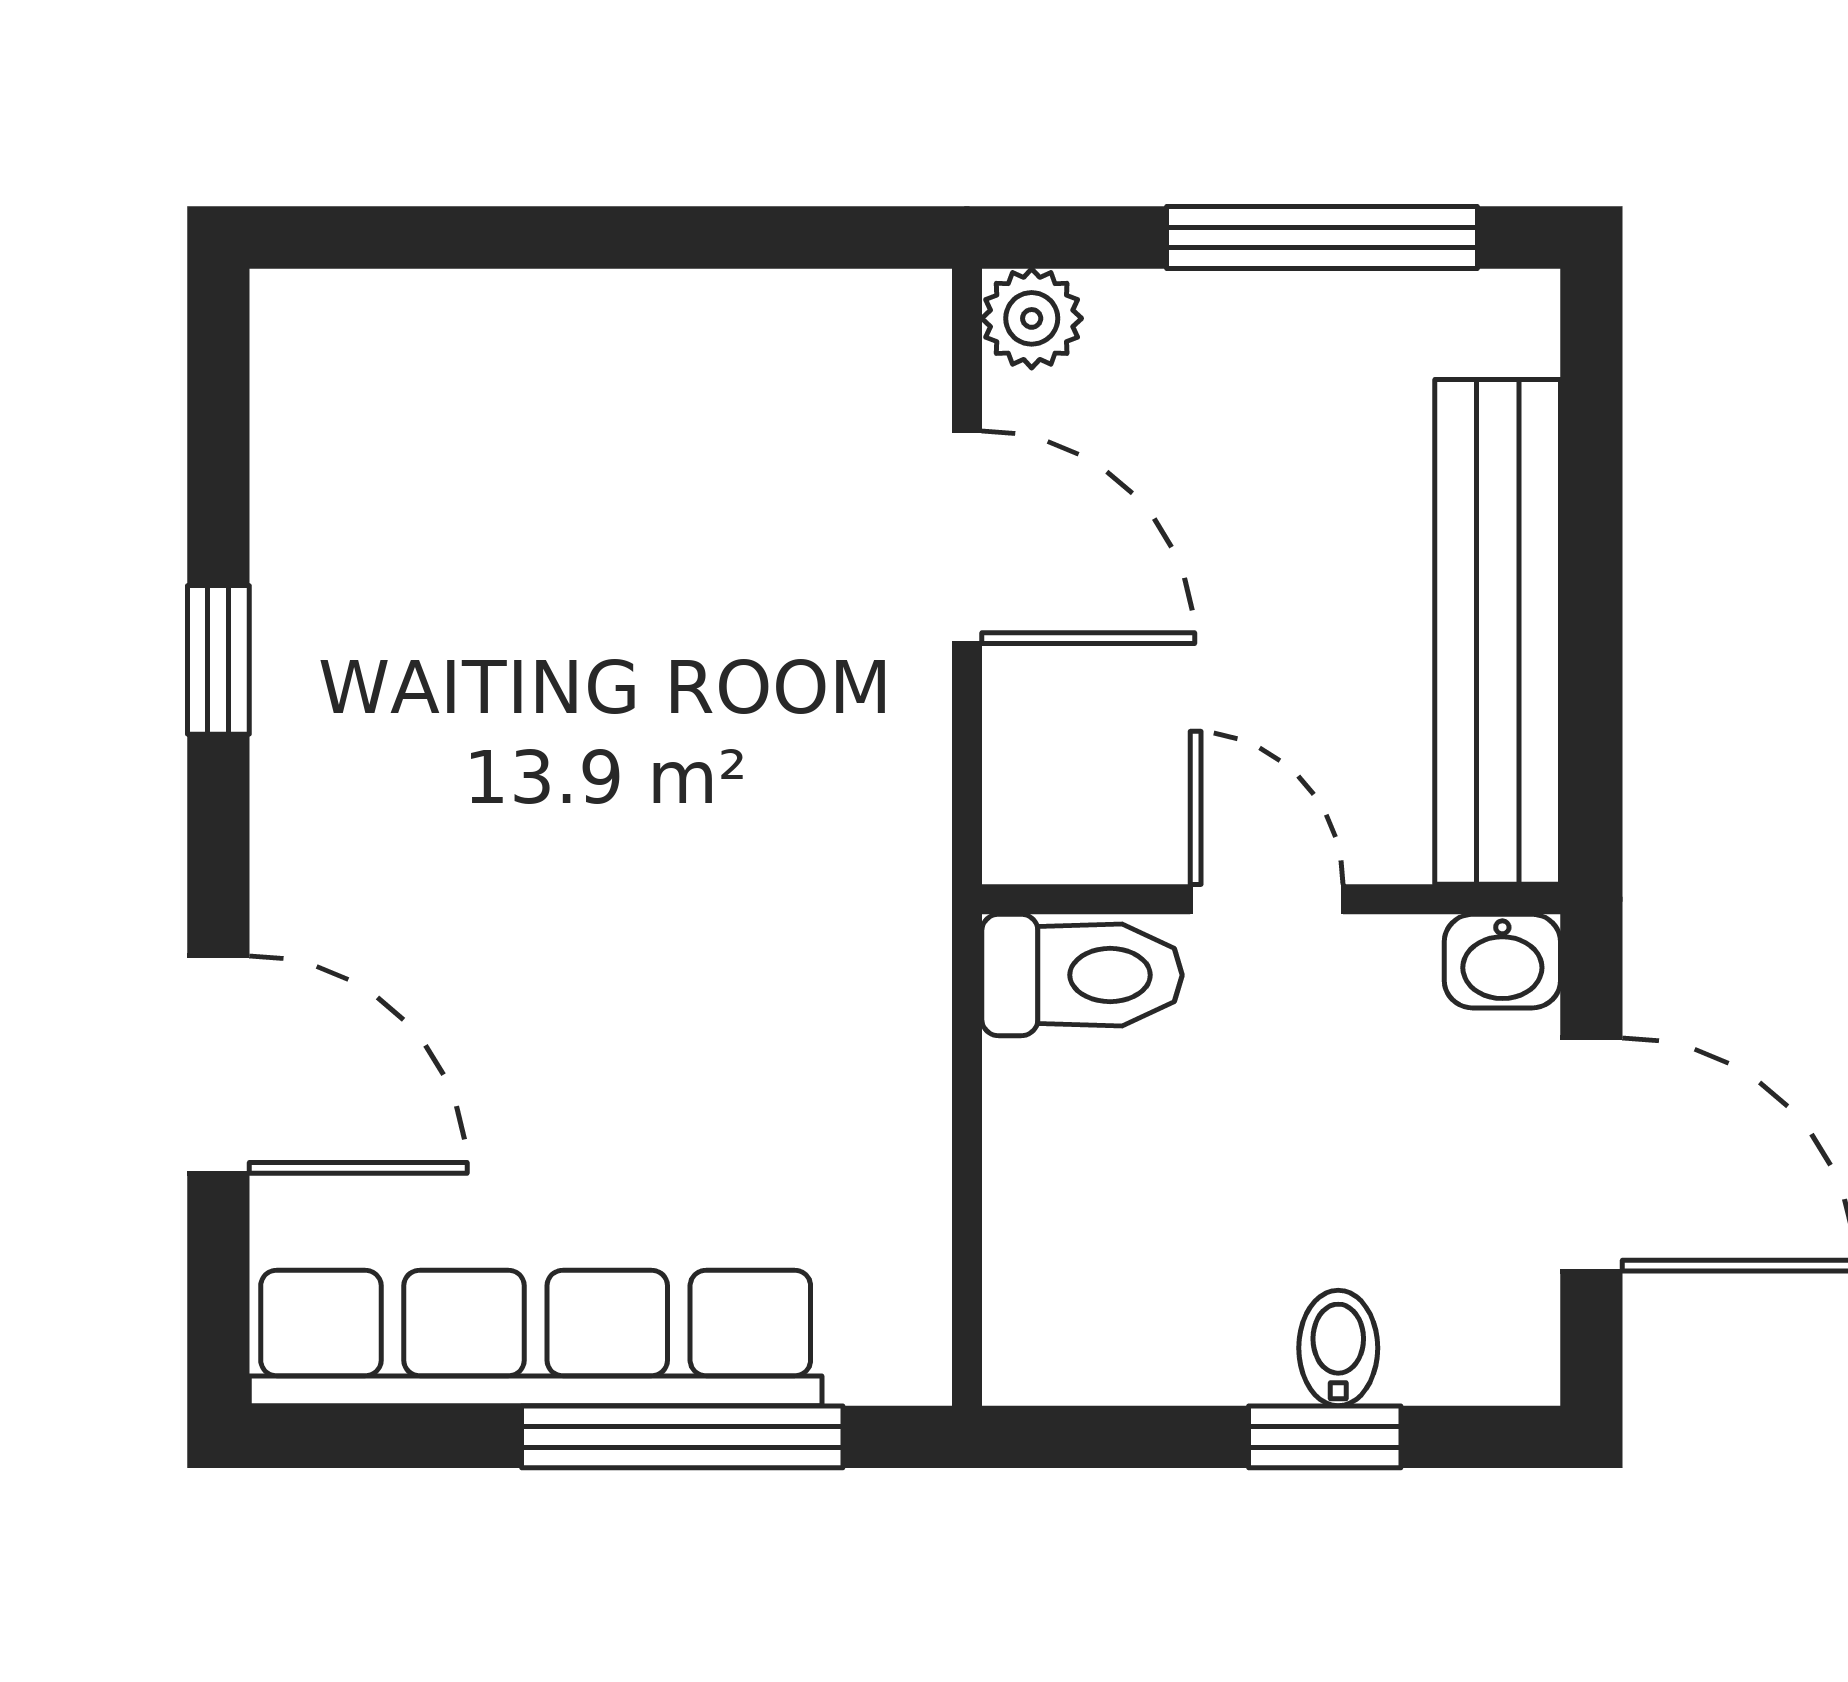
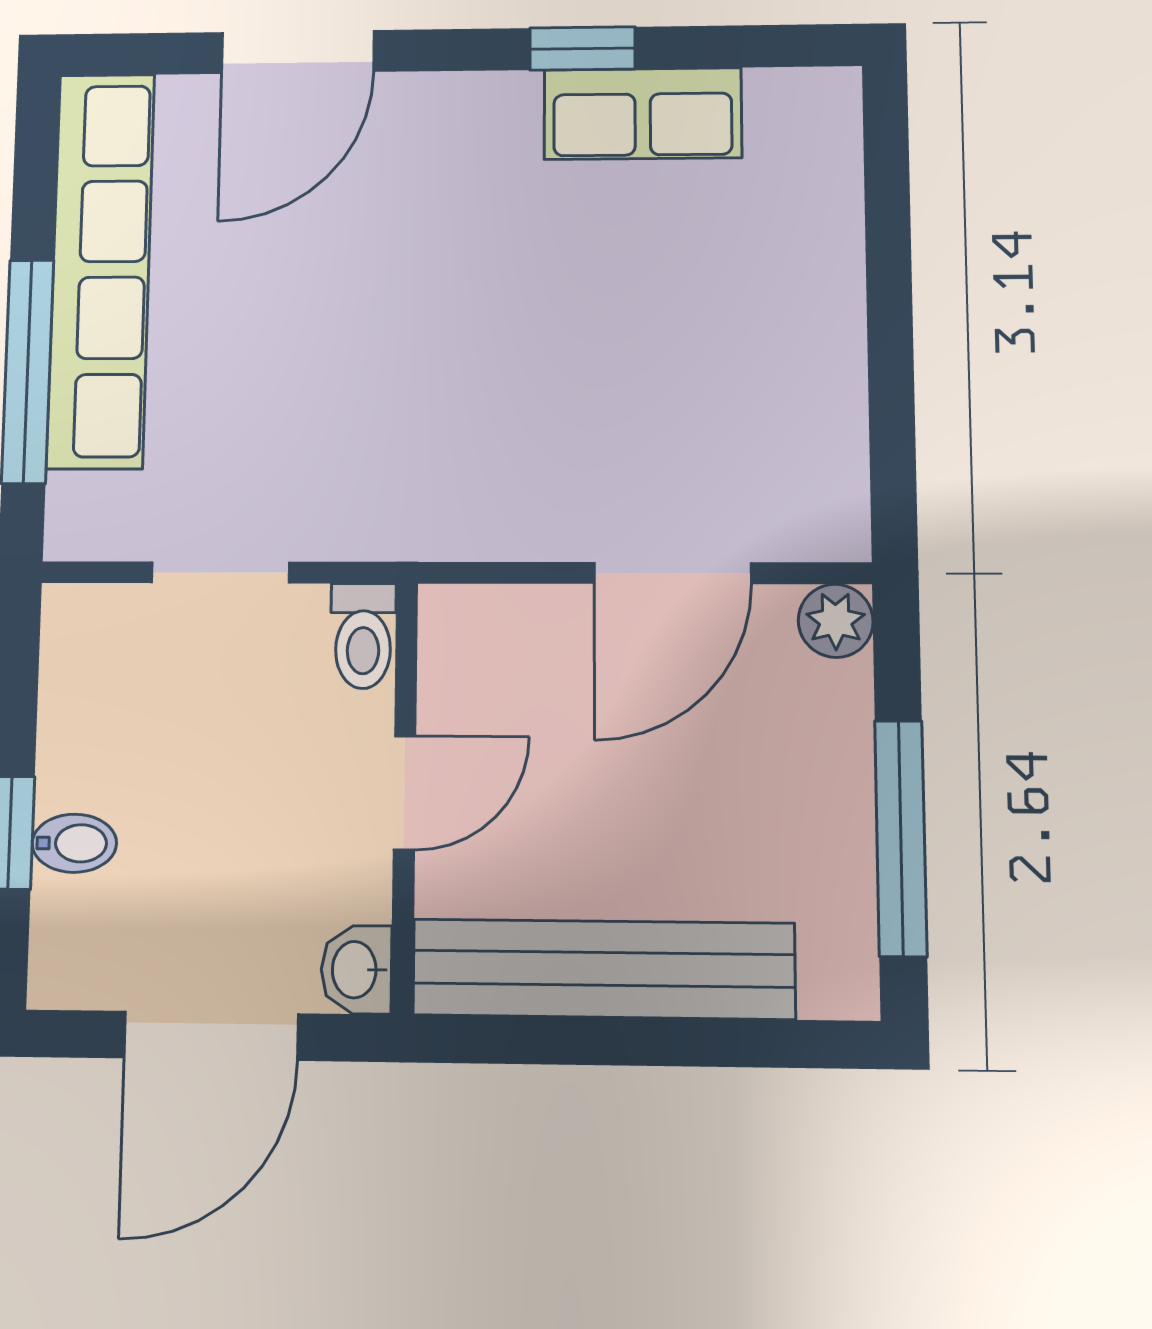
row of seats: (315, 575) -> (643, 114), added
toilet: (1082, 975) -> (363, 636), width x0.73, depth x0.72
doorway: (967, 1157) -> (220, 572), added

